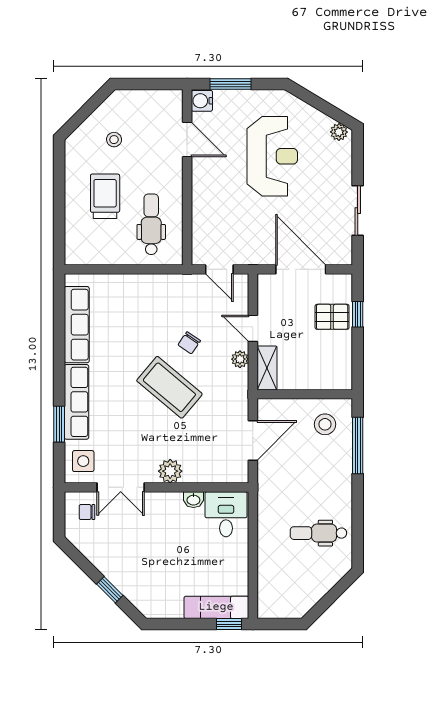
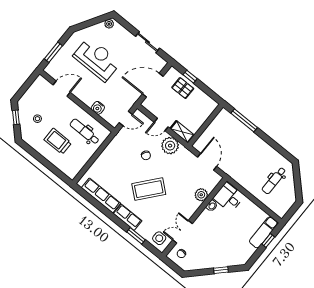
water cooler: (202, 101) -> (98, 108), moved
window: (90, 106) -> (16, 117), added
pallet: (332, 317) -> (183, 88), turned 90
plant: (240, 359) -> (170, 146), width x1.88, depth x1.88
coffee table: (169, 387) -> (149, 189), moved
row of seats: (76, 402) -> (128, 217), width x0.68
stool: (325, 424) -> (225, 127), removed
plant: (170, 471) -> (201, 195), moved
double door: (121, 487) -> (182, 232), swing flipped
dental chair: (318, 533) -> (274, 181), moved
window: (229, 624) -> (268, 241), moved

